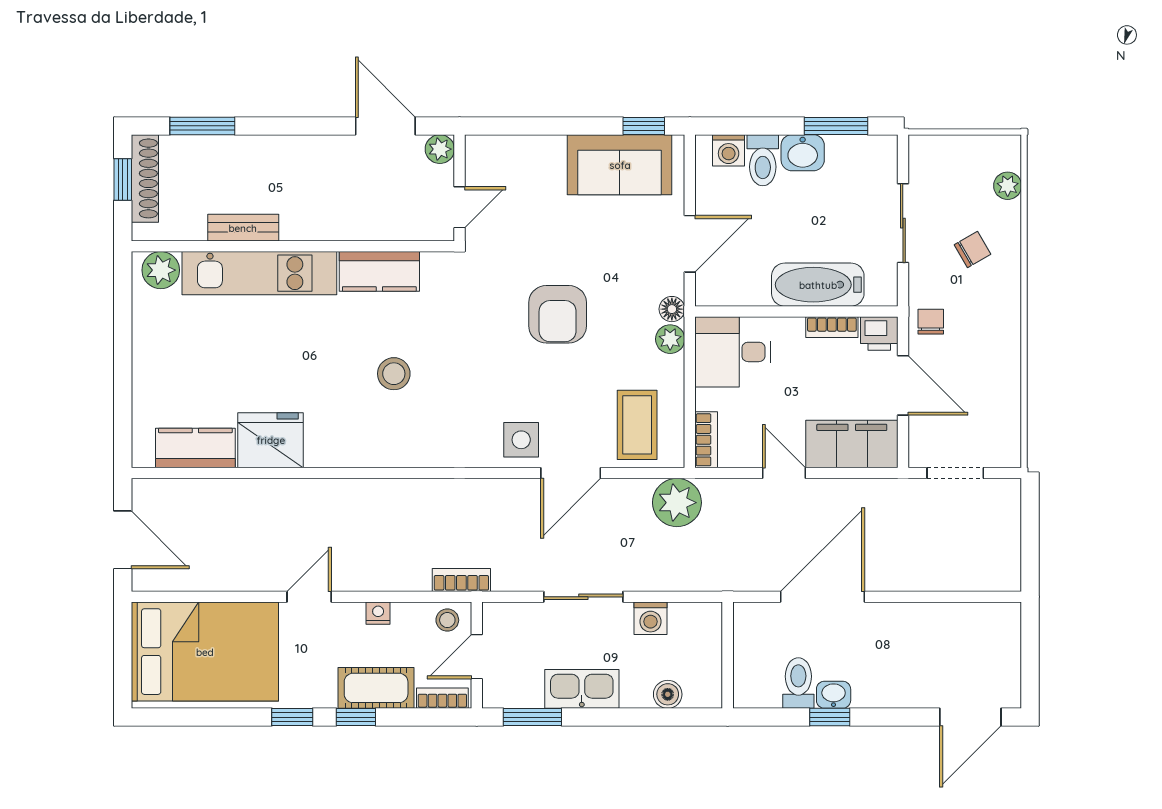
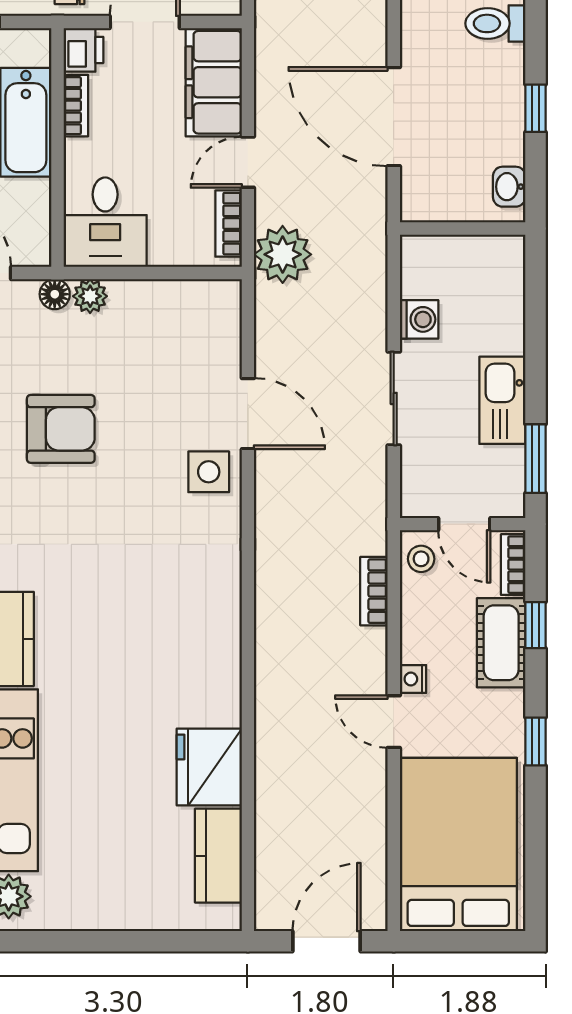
stool: (394, 374) -> (131, 622), removed
coffee table: (637, 425) -> (191, 335), removed
bookcase: (706, 440) -> (229, 224), moved, turned -90
plant: (677, 503) -> (283, 254), moved
bookcase: (461, 580) -> (374, 591), moved
nightstand: (378, 613) -> (413, 679), moved
toilet: (798, 683) -> (495, 23), moved
boiler: (668, 694) -> (509, 299), removed
washbasin: (834, 695) -> (509, 187), moved
window: (356, 717) -> (535, 625), moved

